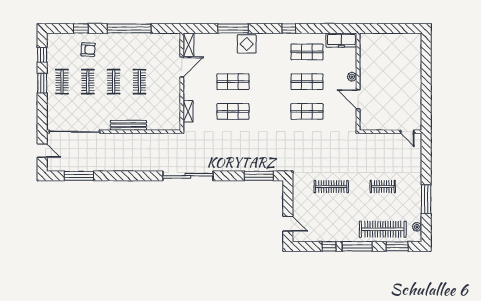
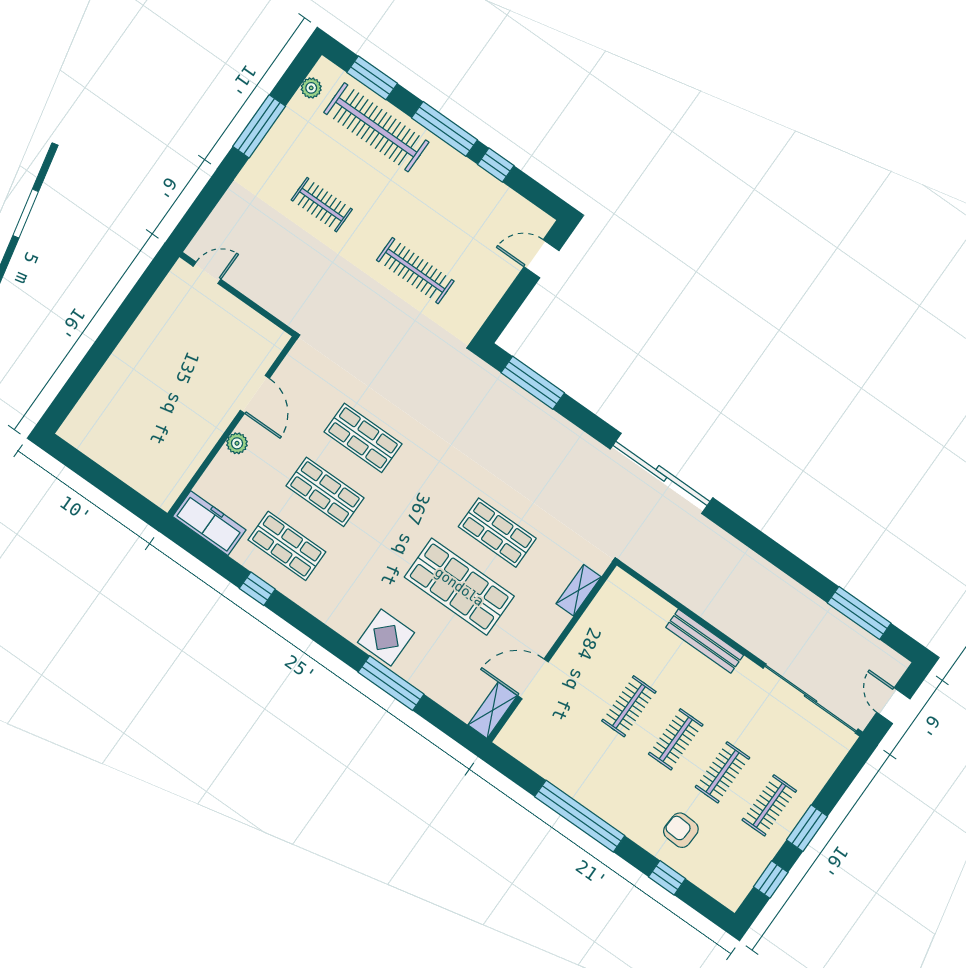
window: (289, 28) -> (257, 589), moved
shop shelf: (233, 82) -> (459, 587), width x1.43, depth x1.36
door: (407, 132) -> (207, 273), hinge flipped
door: (288, 224) -> (541, 259), hinge flipped

